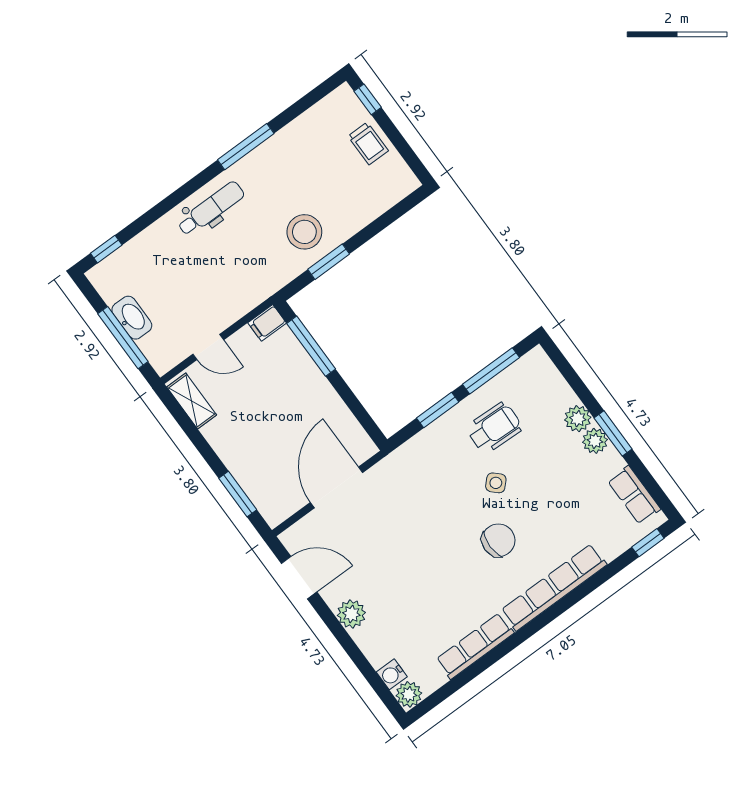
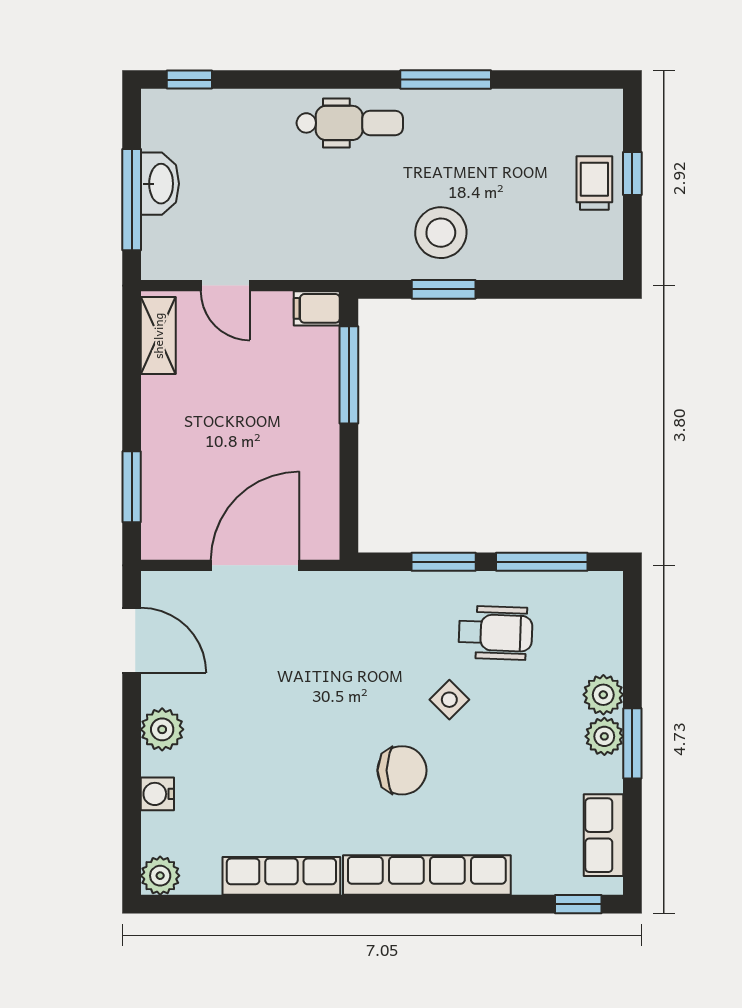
window: (368, 99) -> (632, 174), moved
trolley: (368, 143) -> (594, 183), turned 180
water cooler: (392, 674) -> (157, 794), moved

